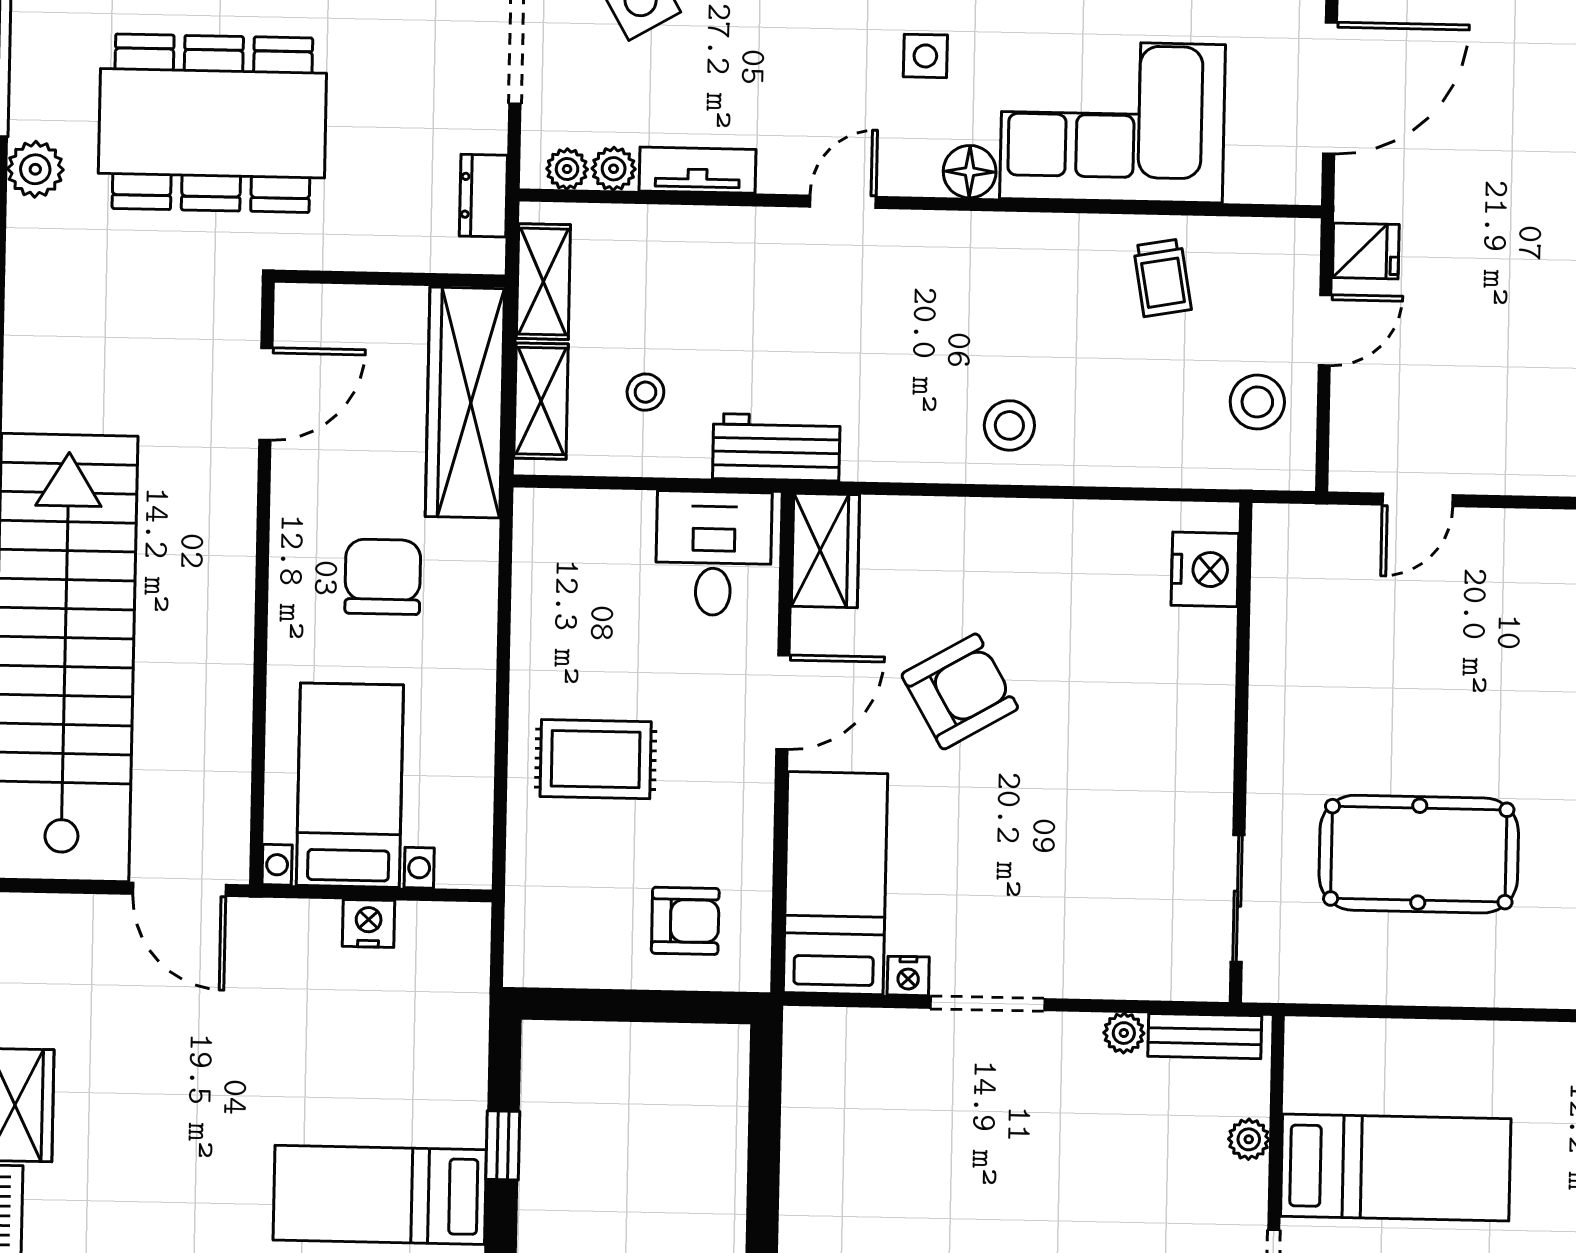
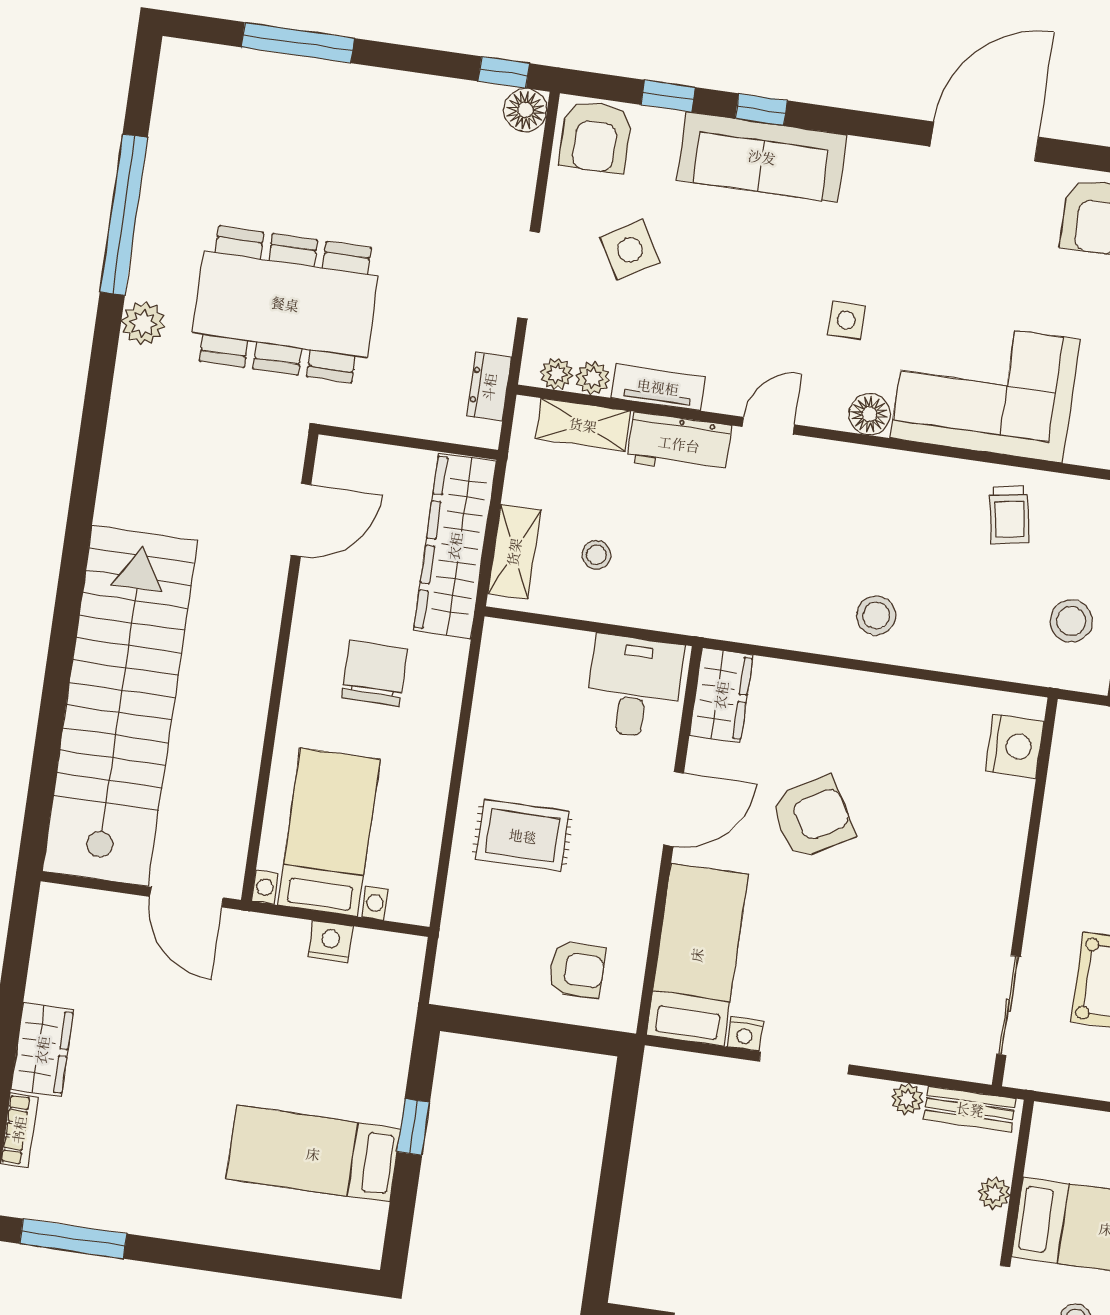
shelving: (543, 282) -> (583, 425), moved, turned 90
workbench: (776, 447) -> (679, 444), moved, turned 180

